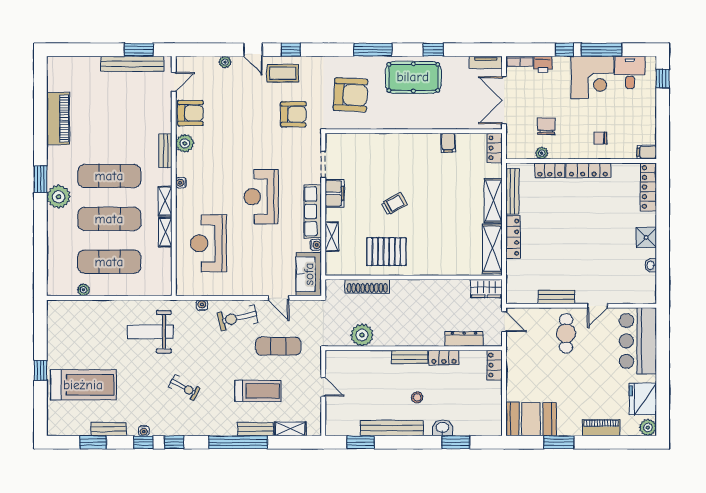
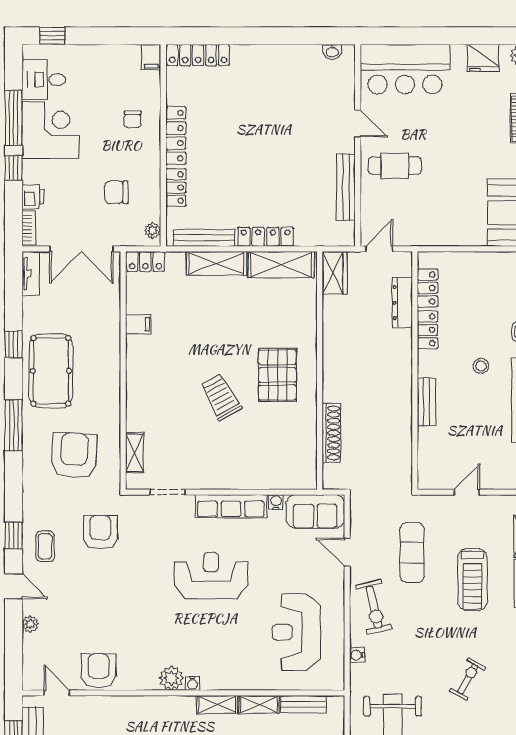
door: (253, 50) -> (14, 586), hinge flipped
coffee table: (283, 73) -> (45, 546), width x0.73, depth x0.77
plant: (185, 143) -> (171, 678), moved
bench: (165, 151) -> (303, 704), moved
plant: (542, 153) -> (153, 231), moved
filing cabinet: (334, 193) -> (207, 477), removed
reception desk: (261, 197) -> (211, 576), turned 180
trolley: (394, 204) -> (221, 397), width x1.36, depth x1.39
shelving: (332, 236) -> (135, 453), moved, turned 90
shower: (646, 237) -> (266, 58), removed
reception desk: (209, 243) -> (296, 632), moved, turned 90
pallet: (386, 252) -> (277, 375), moved
washbasin: (651, 265) -> (332, 52), moved
bench: (557, 297) -> (346, 187), width x1.36
door: (278, 298) -> (347, 552), swing flipped
plant: (362, 335) -> (397, 440), removed
bench: (410, 357) -> (427, 402), moved
locker: (495, 365) -> (428, 288), moved, turned -90
treadmill: (258, 391) -> (472, 580), turned 180
fridge: (643, 399) -> (483, 58), width x0.73, depth x0.75

